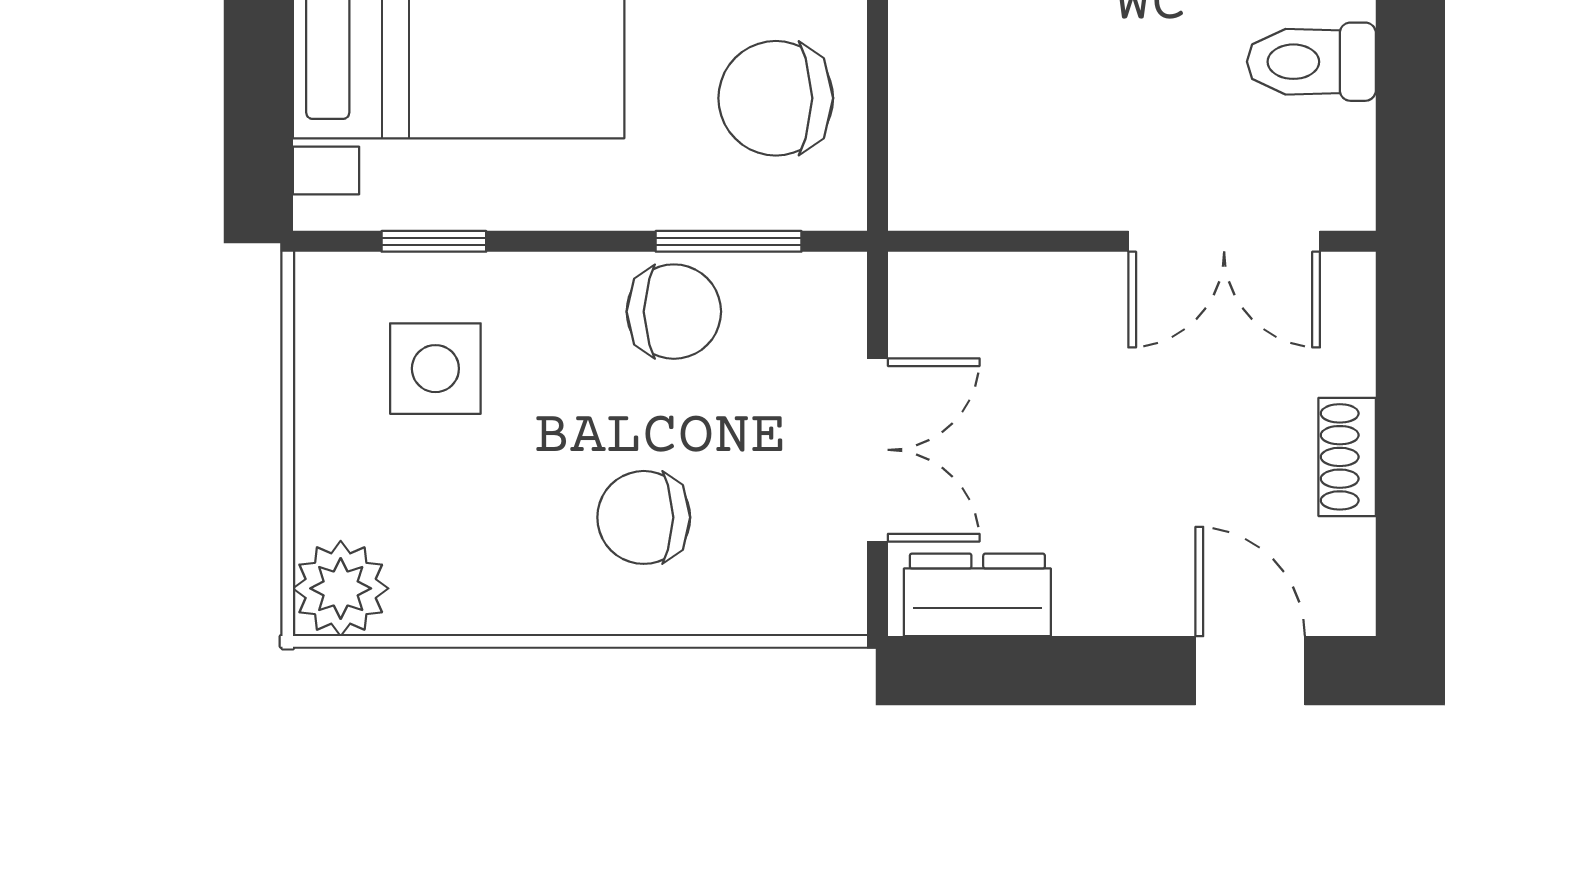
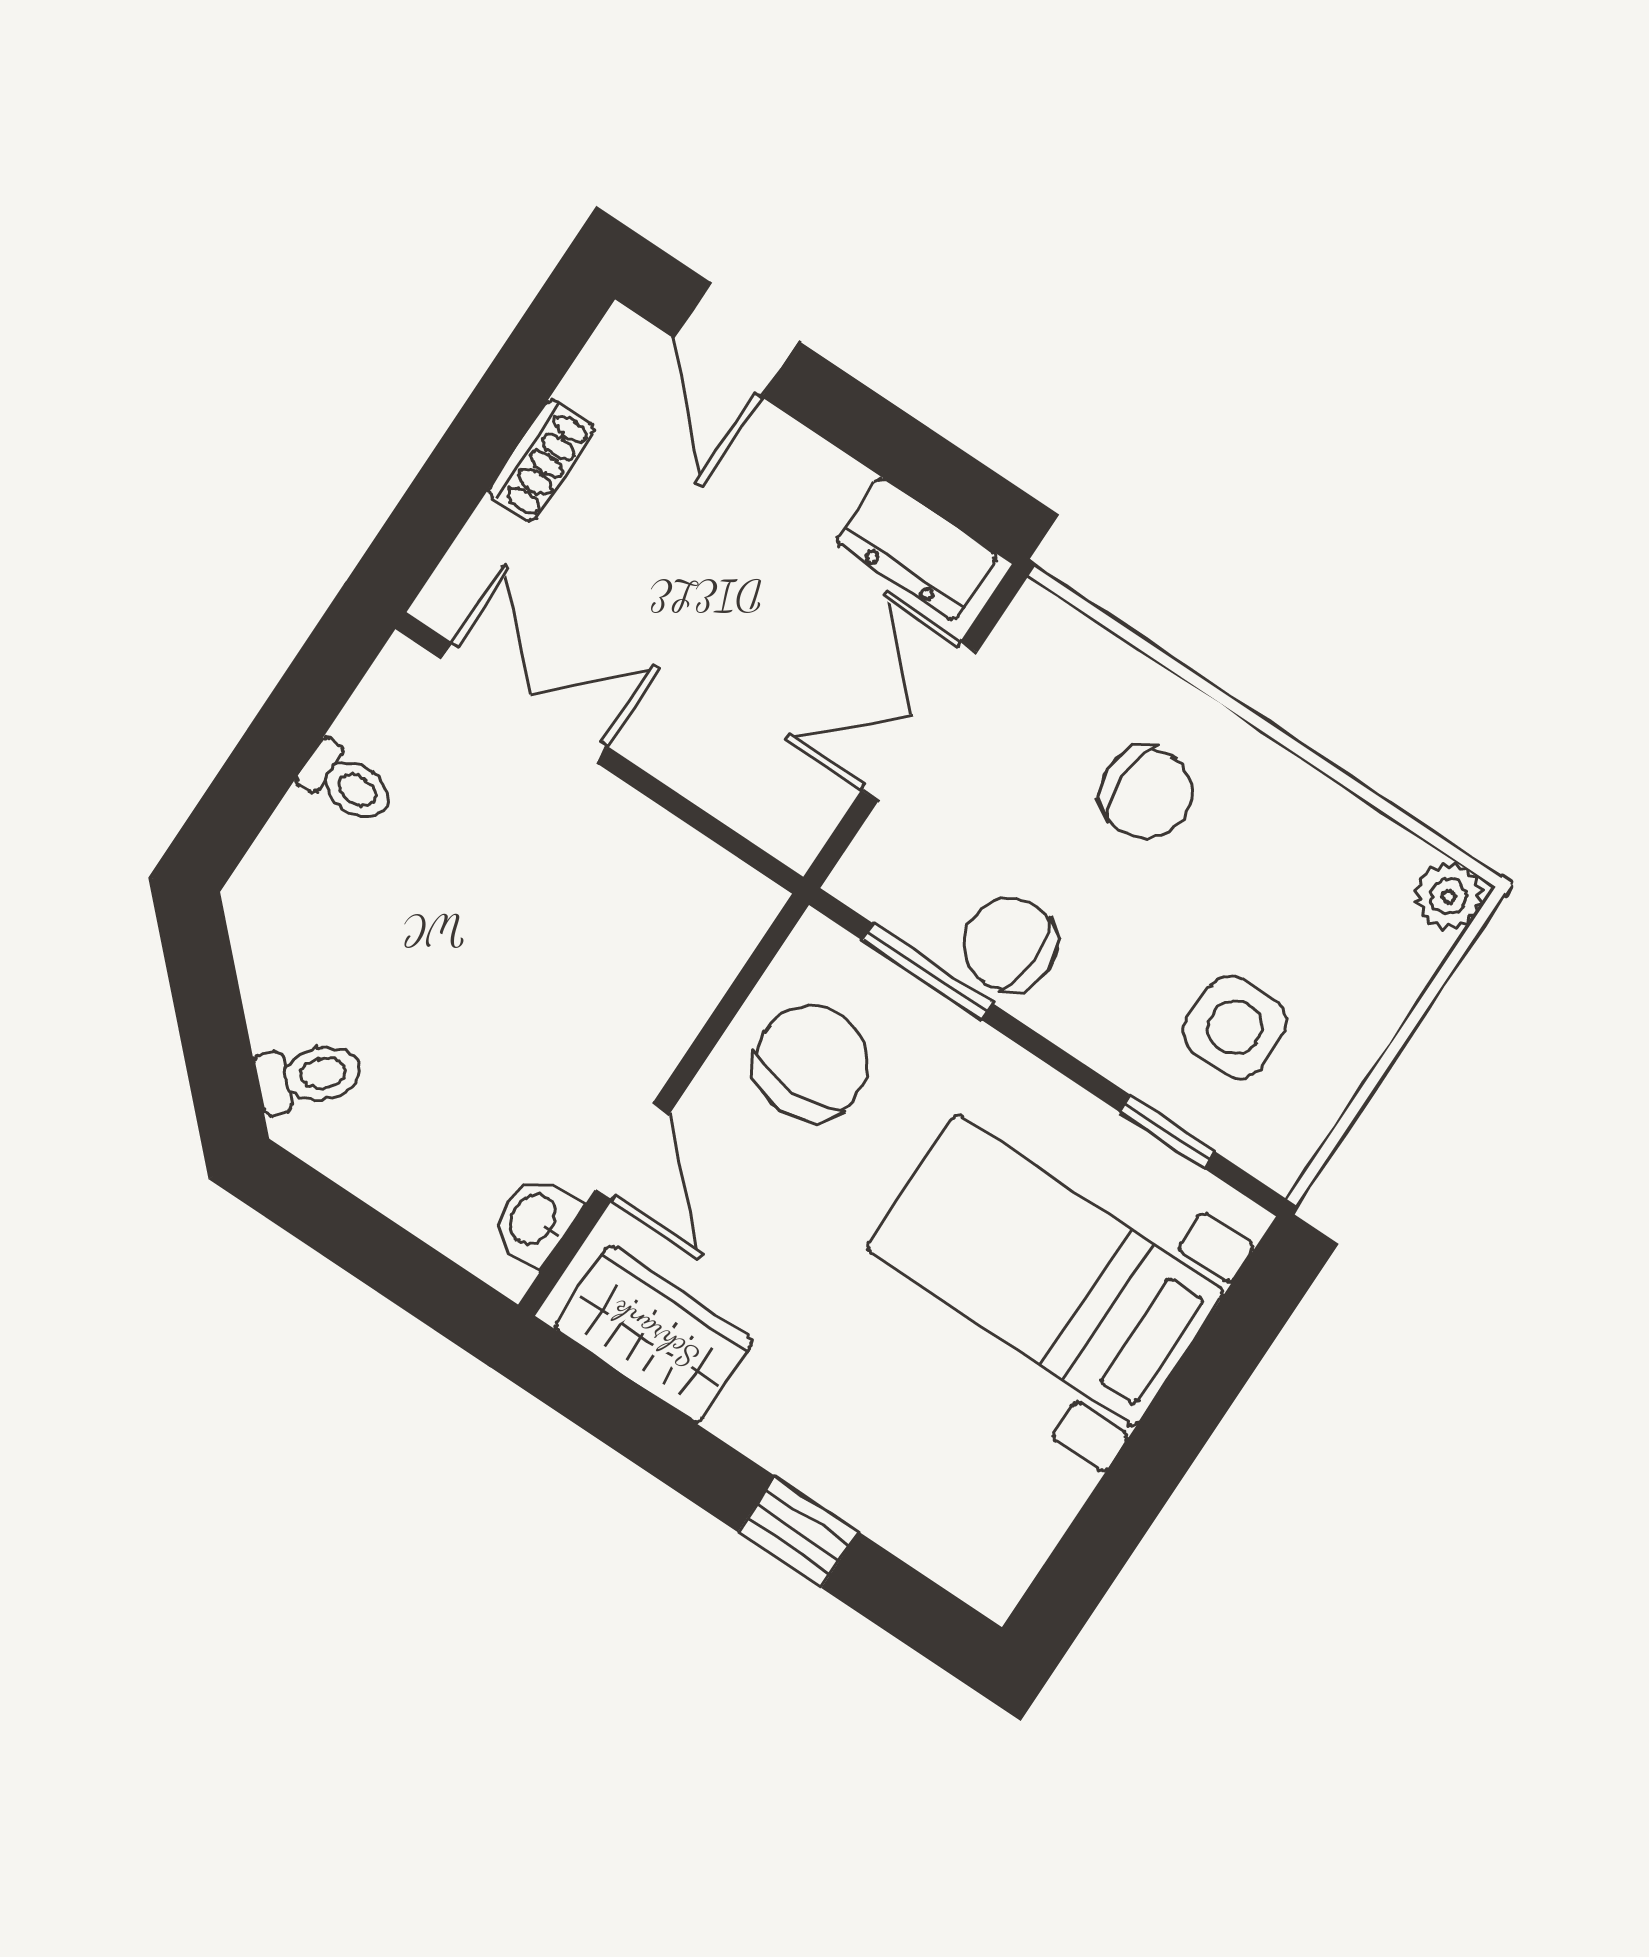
toilet: (1311, 62) -> (347, 783), width x0.73, depth x0.72
chair: (776, 98) -> (811, 1062), turned -90
plant: (341, 588) -> (1449, 896), width x0.73, depth x0.73

